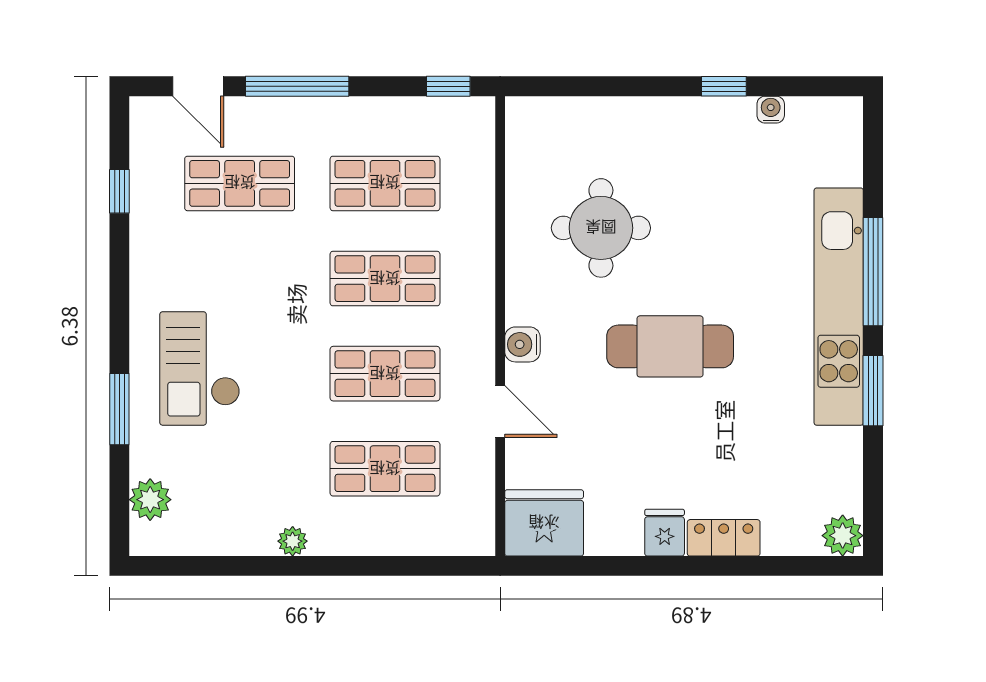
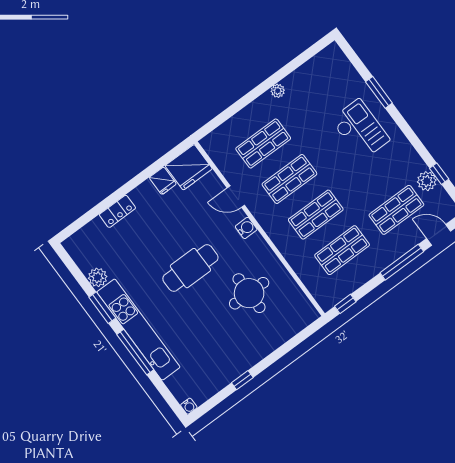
water cooler: (771, 110) -> (189, 406), moved
plant: (150, 500) -> (427, 181), moved
fridge: (665, 533) -> (163, 181), moved
plant: (843, 536) -> (98, 277), moved

